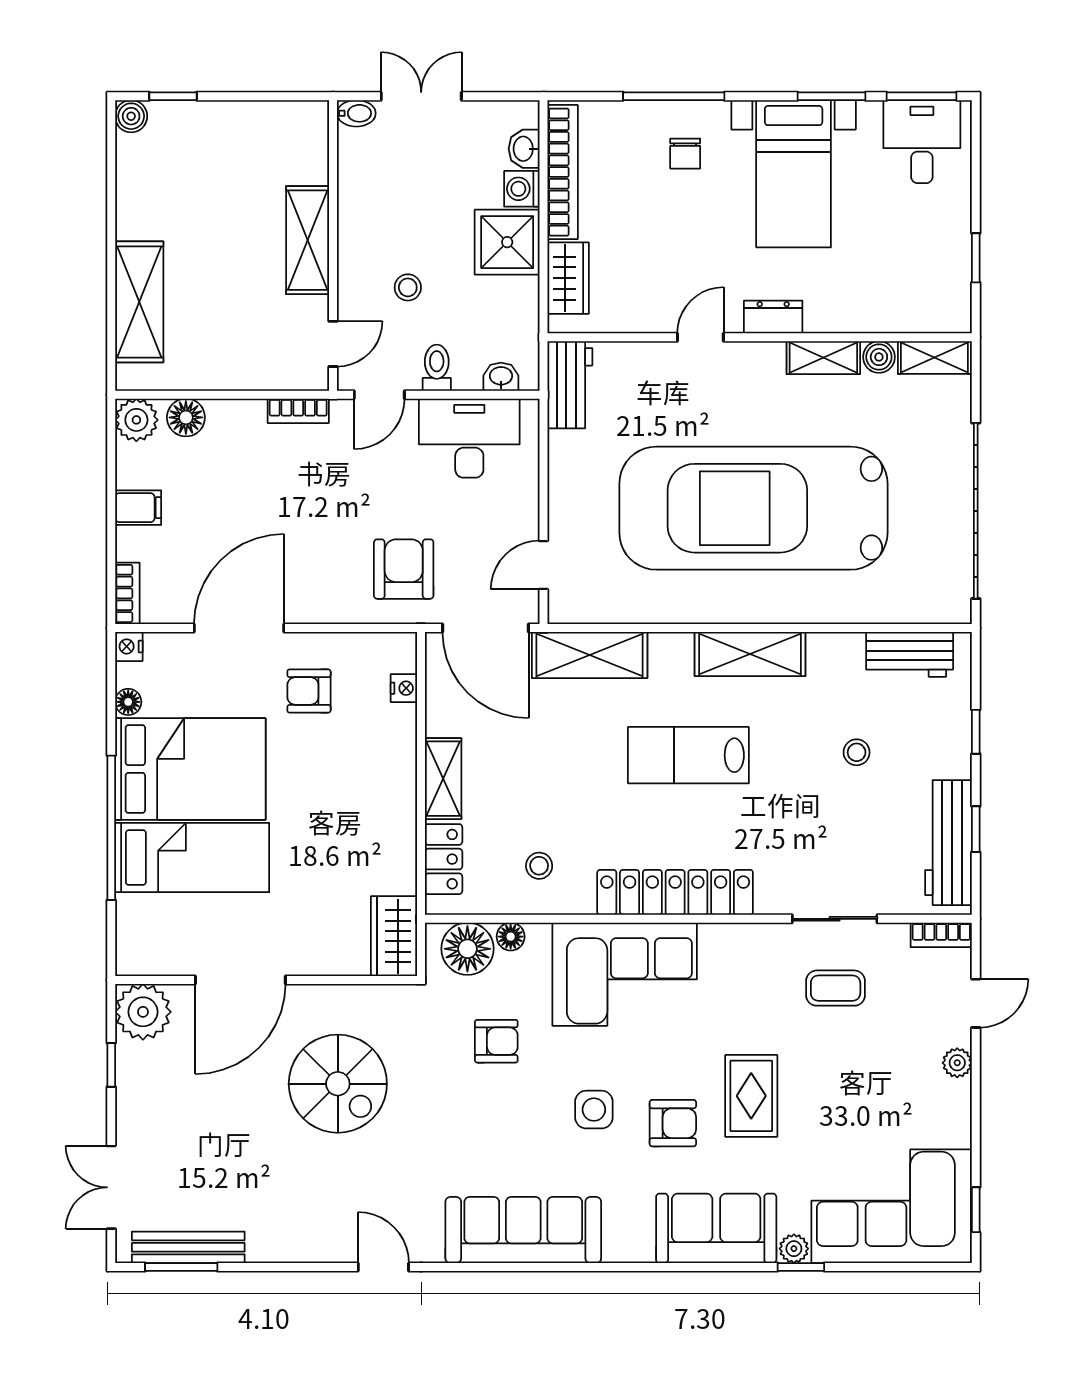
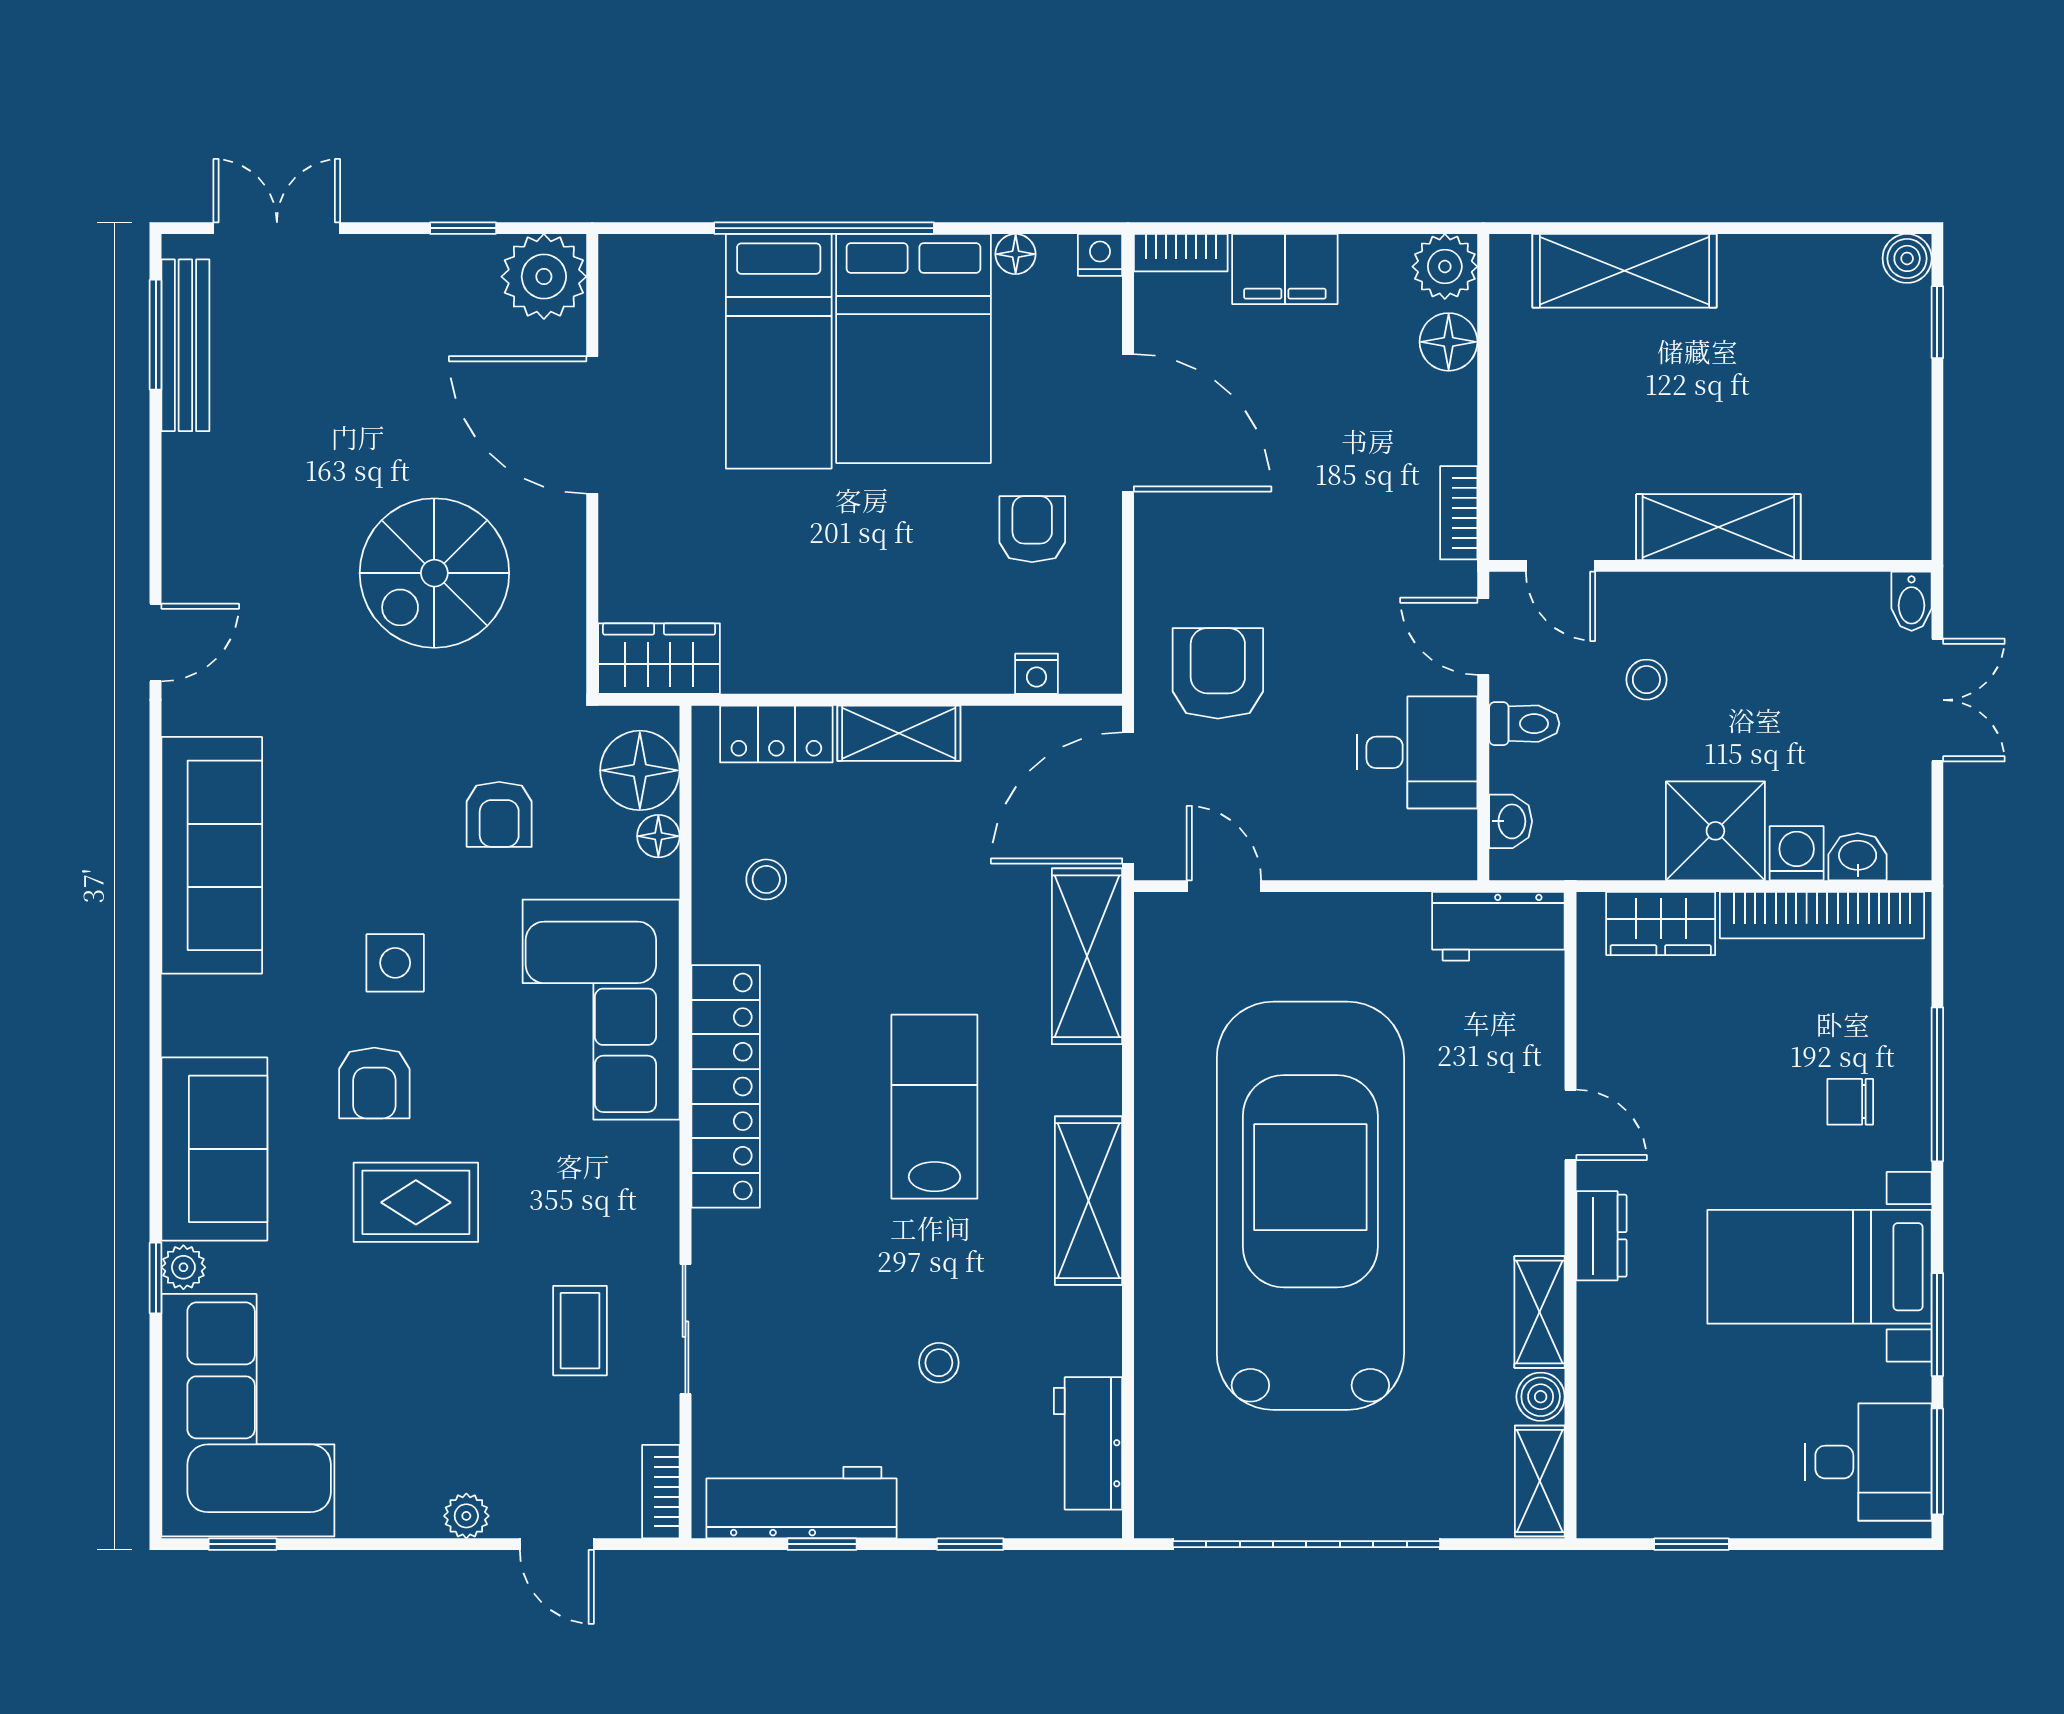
desk: (469, 438) -> (1417, 752), width x0.73
filing cabinet: (138, 508) -> (1285, 269), width x2.00
armchair: (404, 569) -> (1218, 673), turned -90

